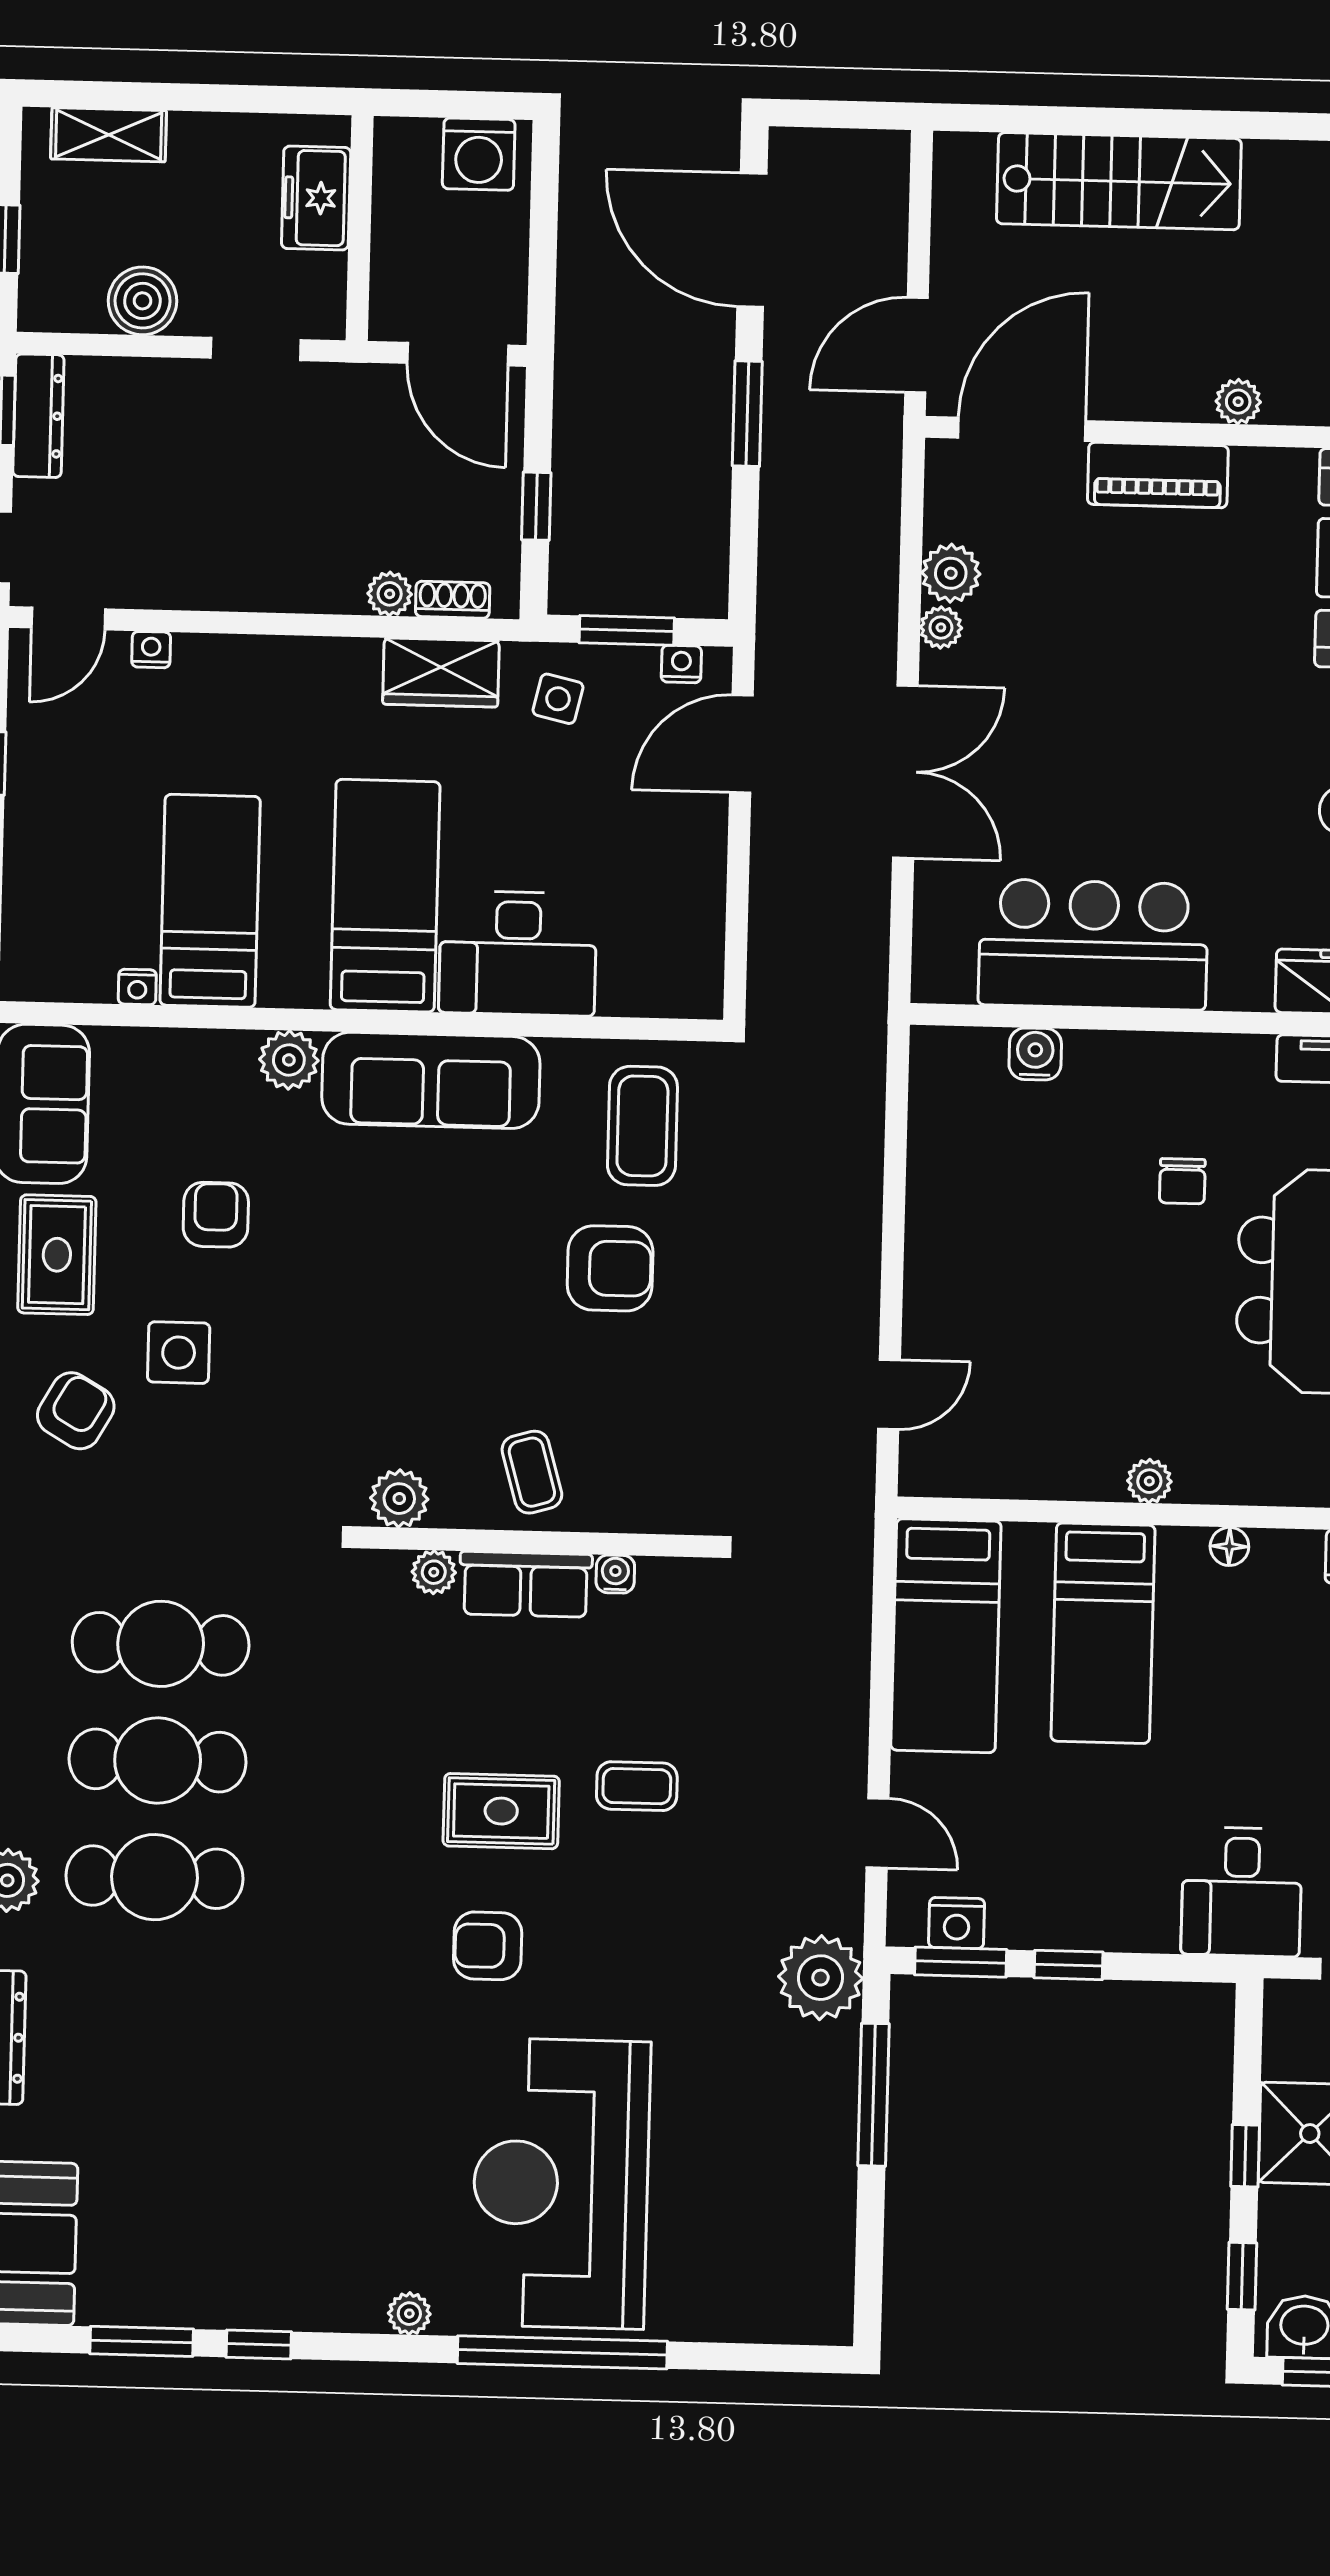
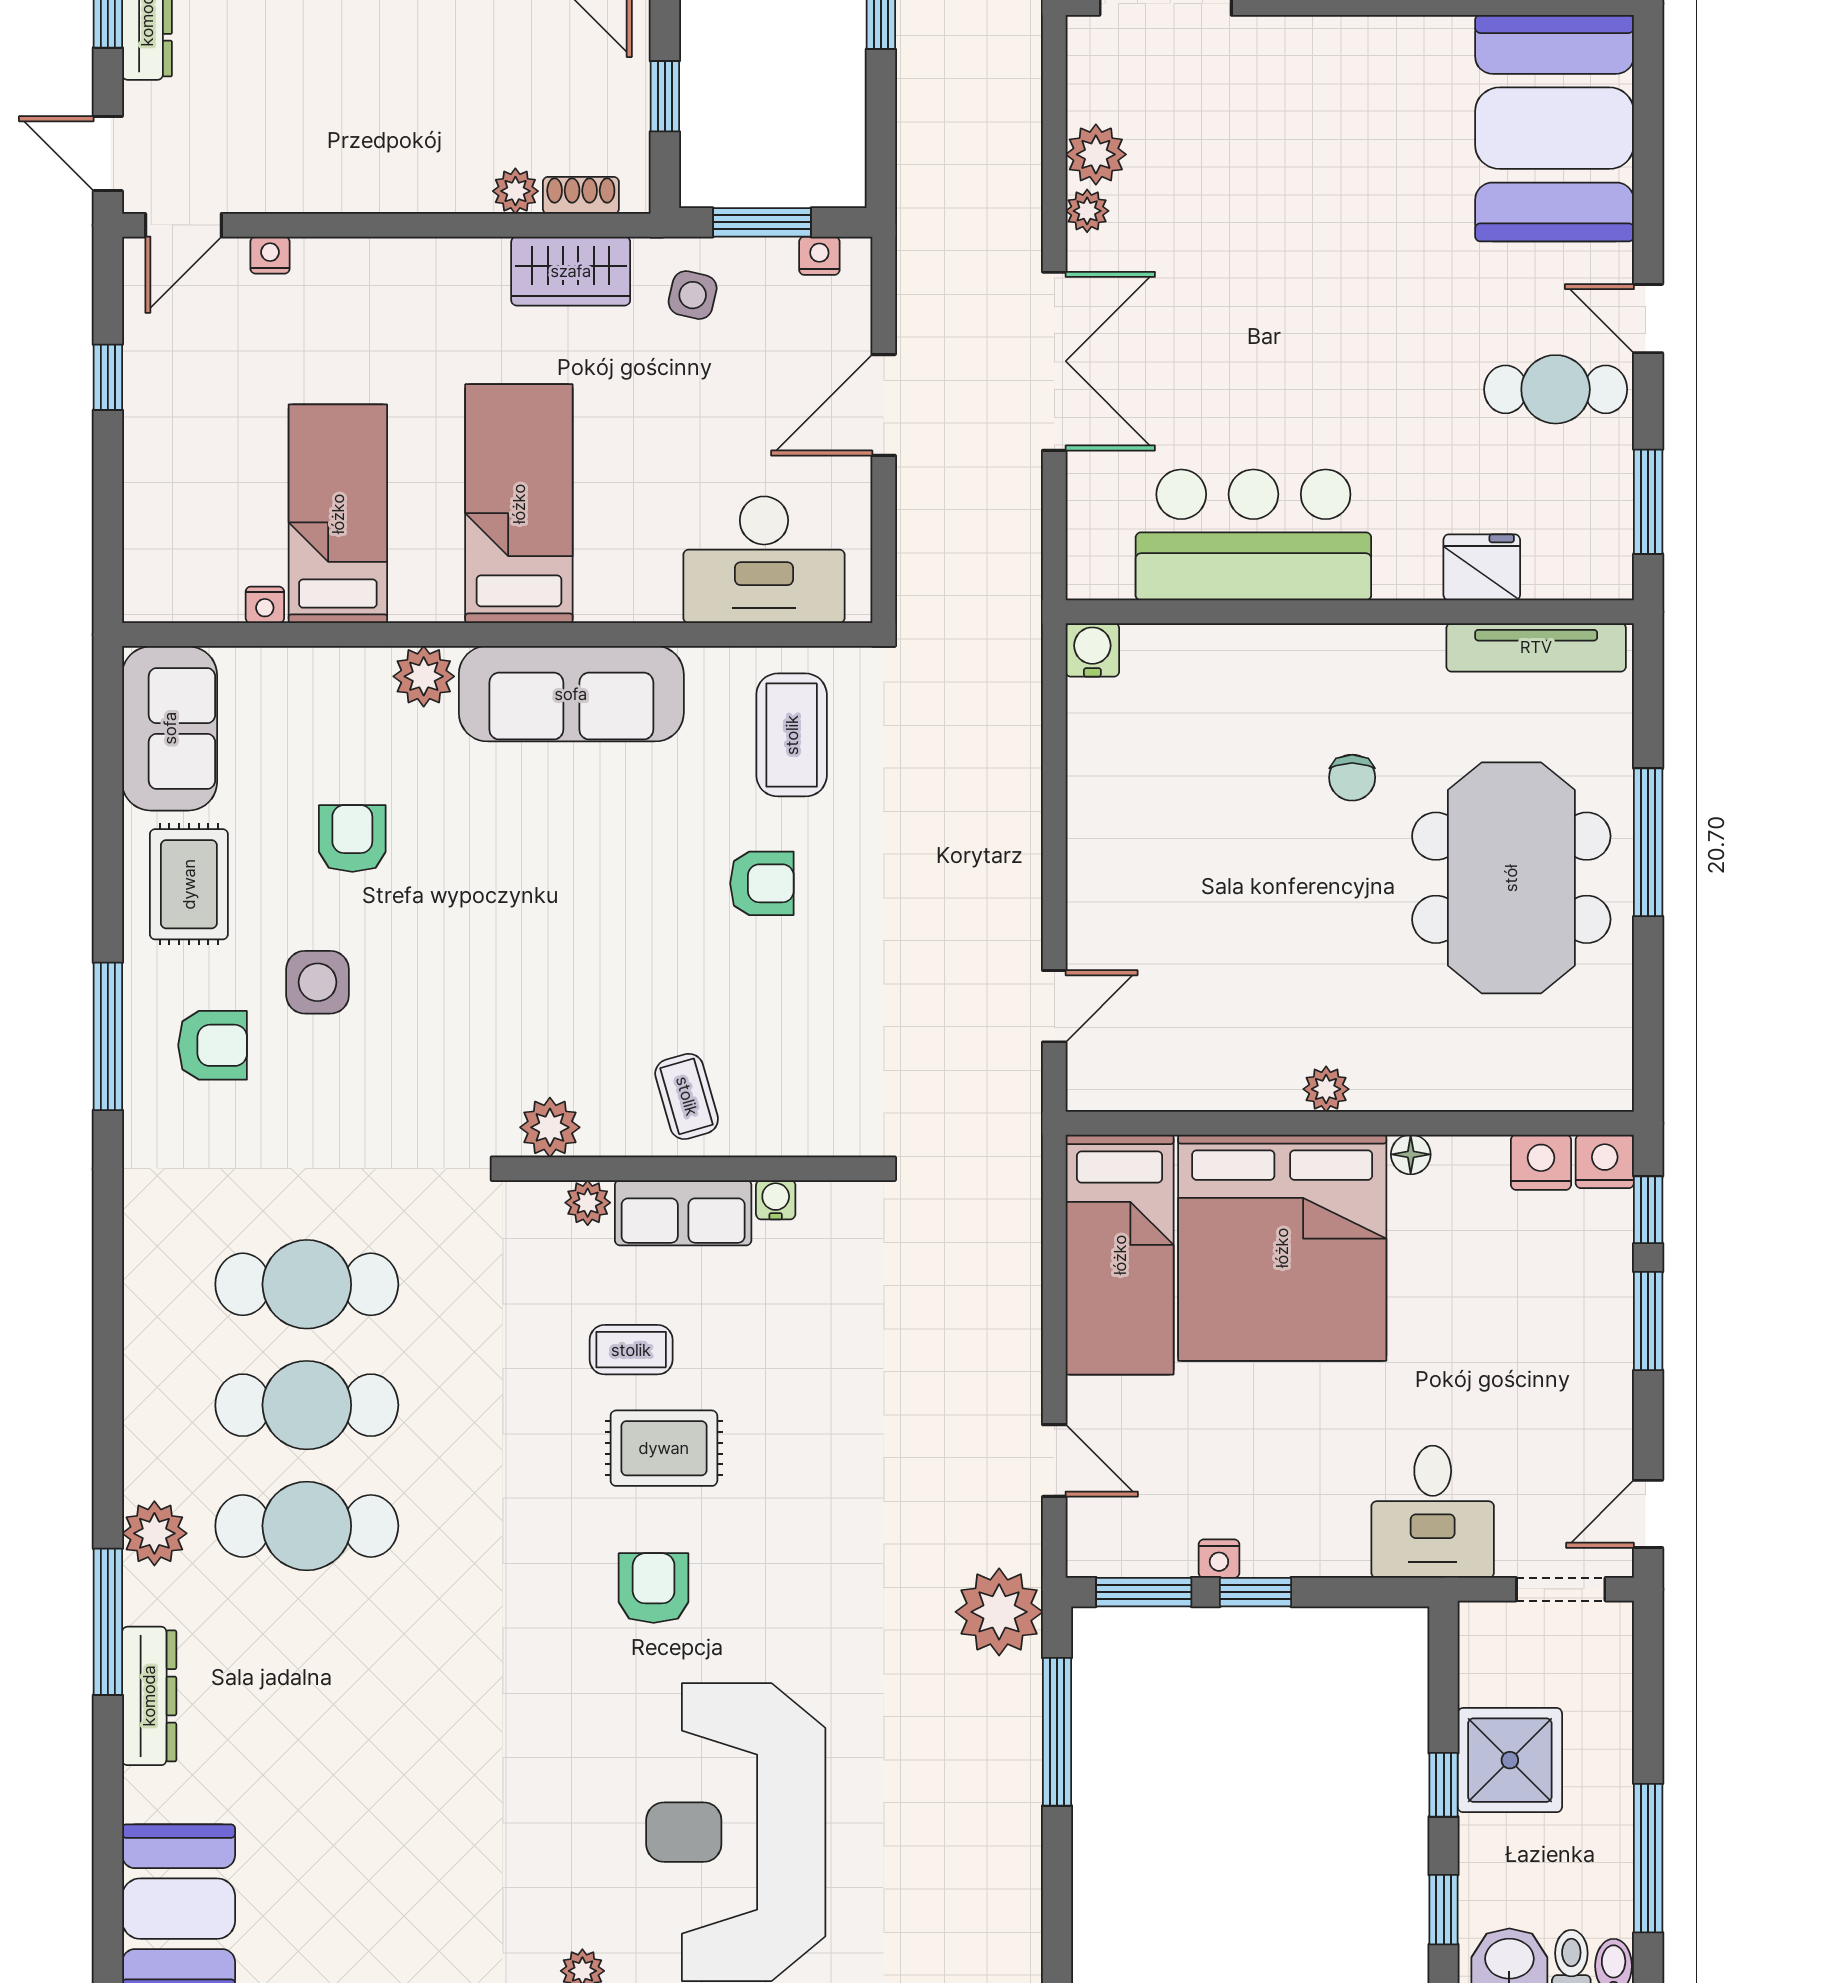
piano: (1158, 475) -> (1308, 47), removed
door: (741, 744) -> (884, 405), moved
desk: (518, 953) -> (764, 560), moved
water cooler: (1035, 1054) -> (1092, 650), moved
armchair: (610, 1268) -> (762, 883), width x0.72, depth x0.72
armchair: (76, 1411) -> (213, 1045), turned 60
bed: (1103, 1633) -> (1282, 1248), width x2.04
coffee table: (637, 1786) -> (631, 1350), moved
nightstand: (957, 1923) -> (1219, 1559), moved, width x0.72, depth x0.74
armchair: (488, 1946) -> (654, 1588), turned 90

